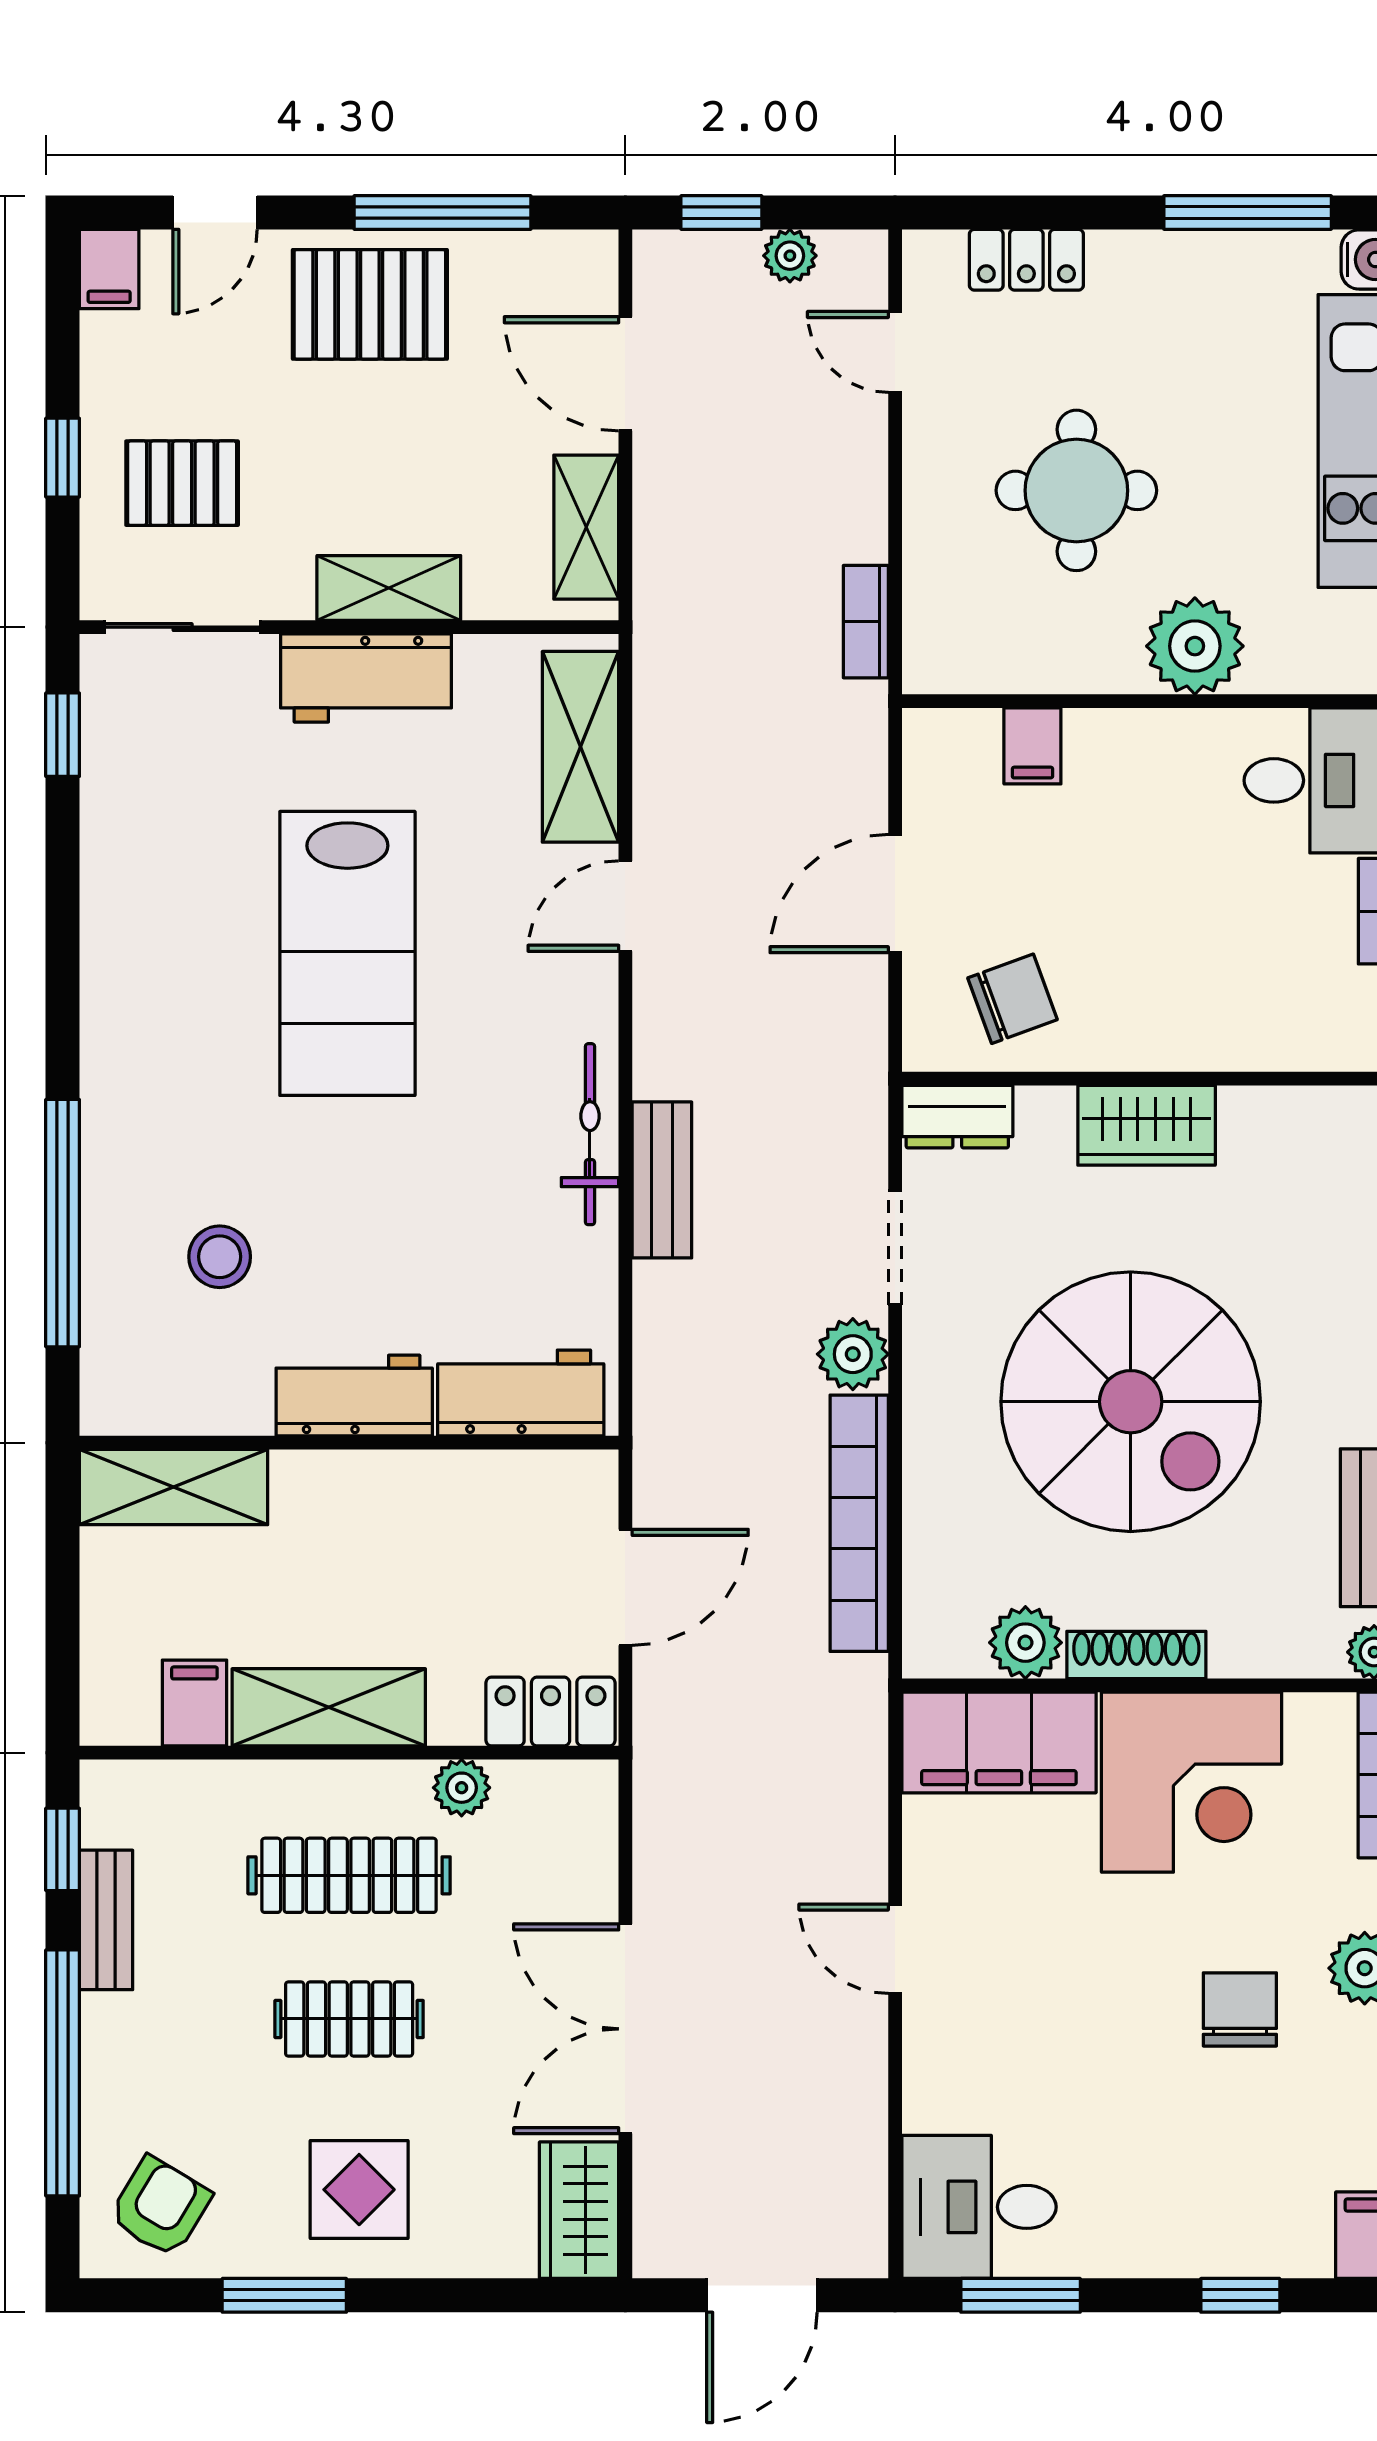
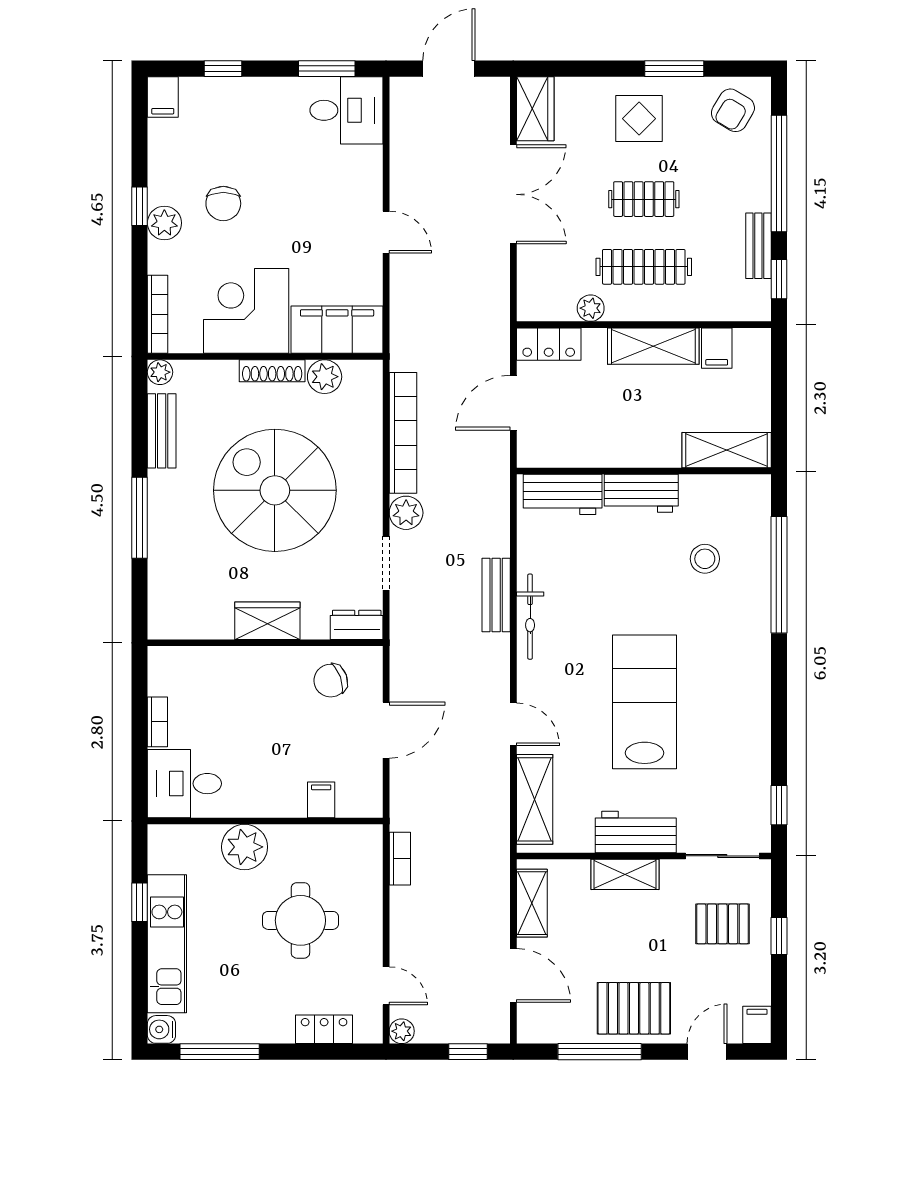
plant: (790, 256) -> (402, 1031), moved
door: (625, 906) -> (513, 724), hinge flipped

